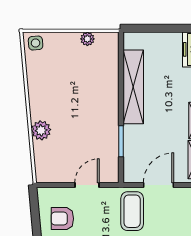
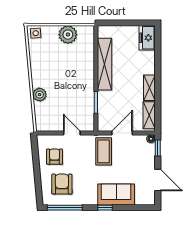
plant: (87, 39) -> (68, 35), width x1.88, depth x1.88
door: (87, 185) -> (72, 133), hinge flipped
armchair: (62, 219) -> (55, 157), turned 90

